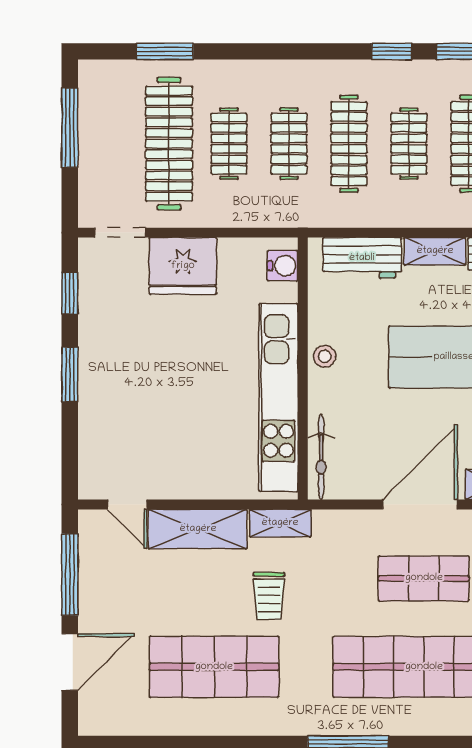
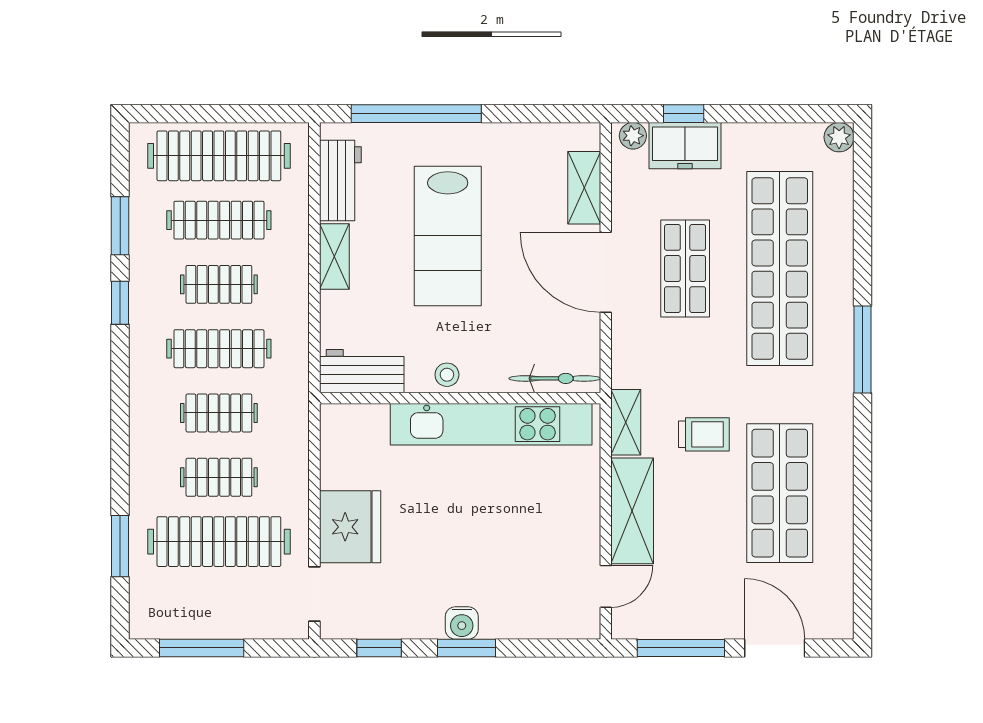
workbench: (362, 258) -> (362, 371), moved, turned -90
water cooler: (283, 266) -> (462, 623), moved, turned 180

